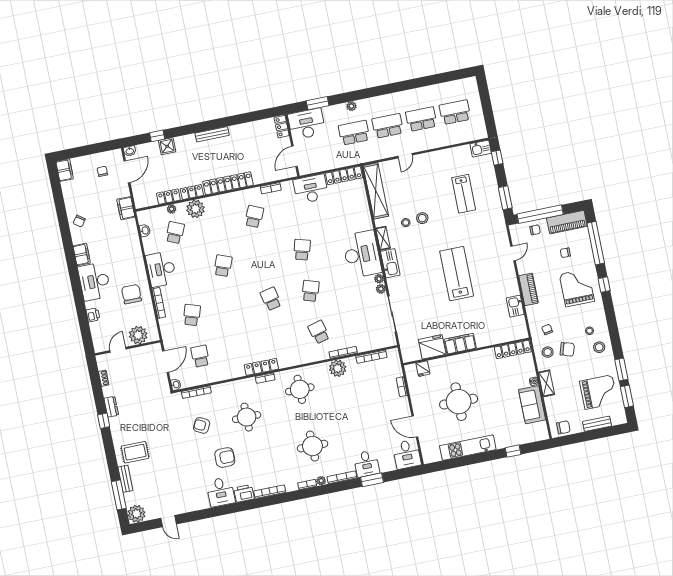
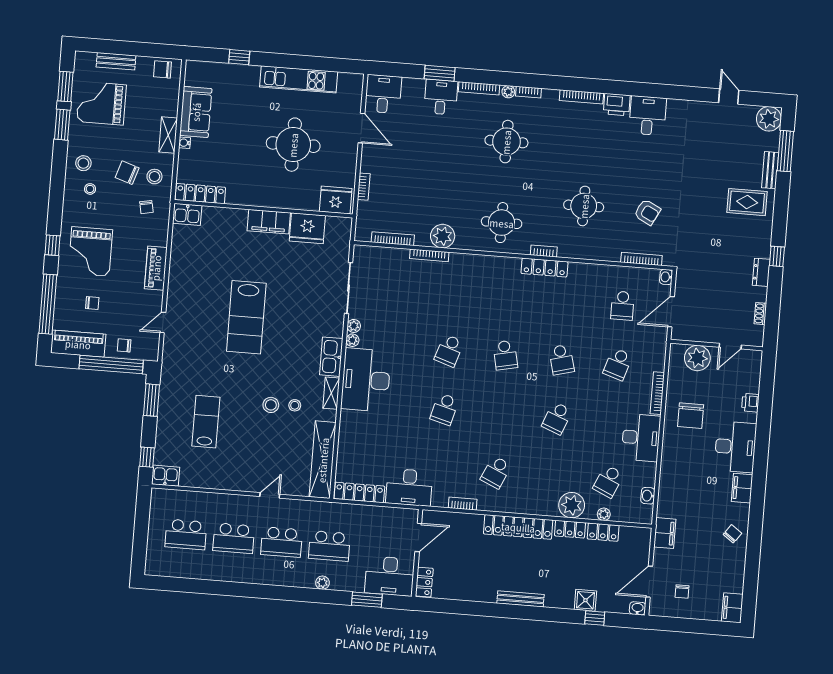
kitchen sink: (515, 306) -> (187, 214), moved, turned 90
school desk: (319, 332) -> (562, 360), moved
fridge: (423, 369) -> (336, 200), width x1.88, depth x1.34
armchair: (225, 457) -> (629, 160), removed

